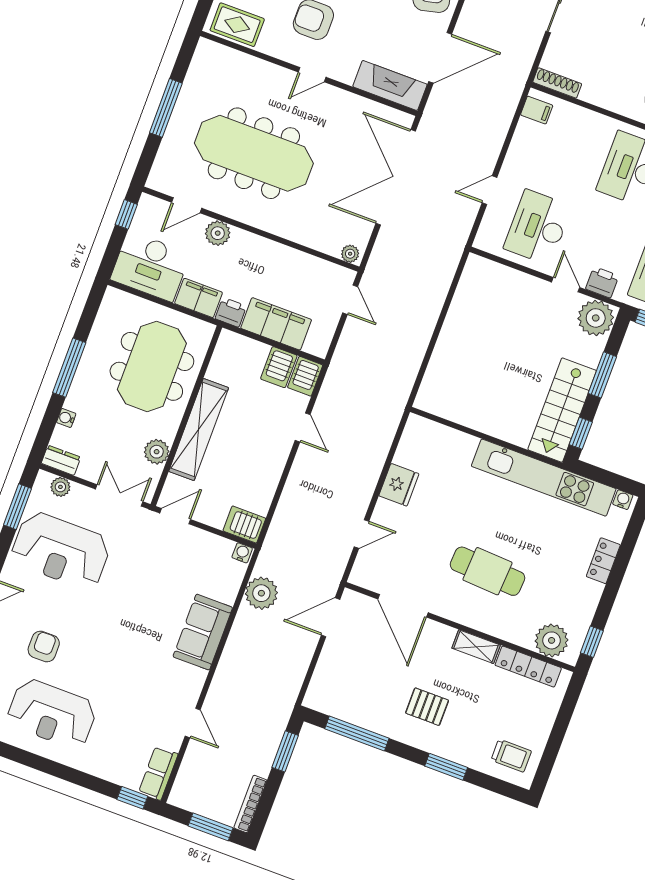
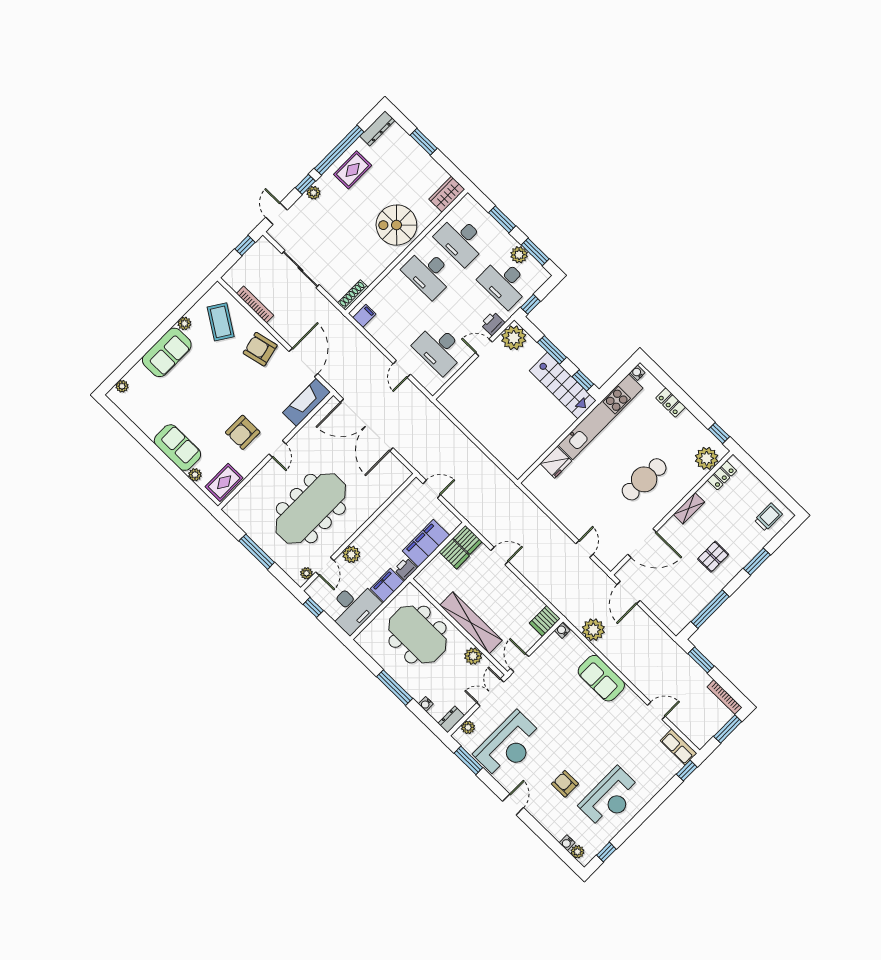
plant: (350, 254) -> (306, 573), moved
fridge: (399, 485) -> (556, 462), moved, turned 90
locker: (528, 667) -> (722, 475), width x0.66

